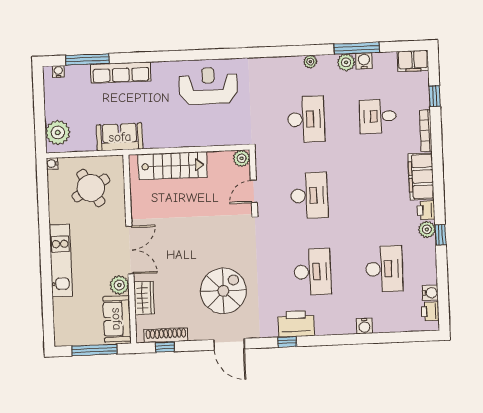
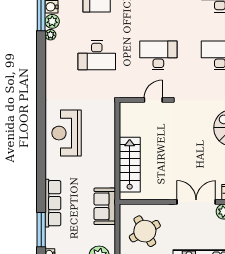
plant: (310, 62) -> (50, 35), moved
desk: (306, 119) -> (97, 55), turned 180
plant: (242, 158) -> (126, 109), removed
door: (254, 192) -> (153, 100), swing flipped

